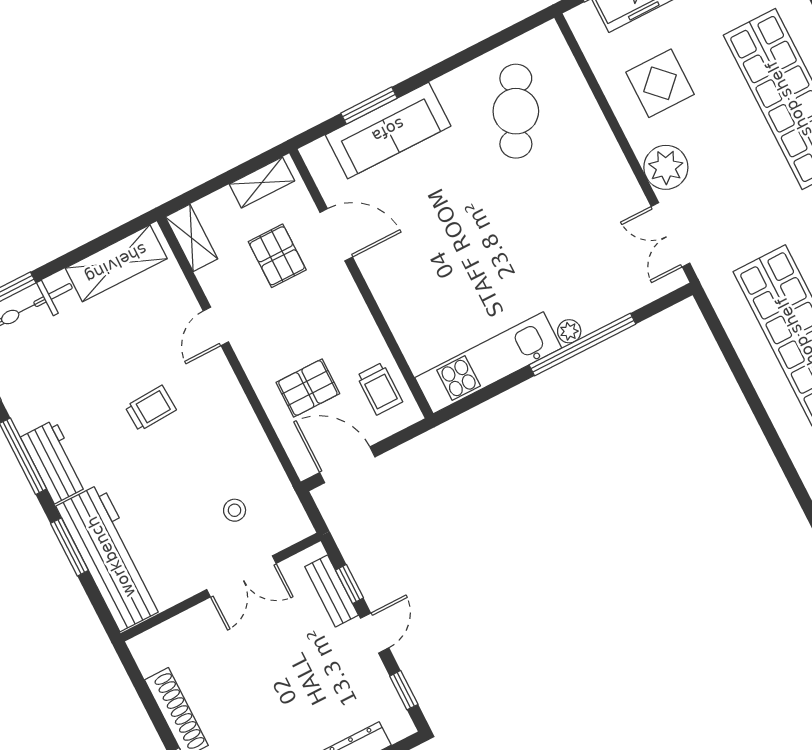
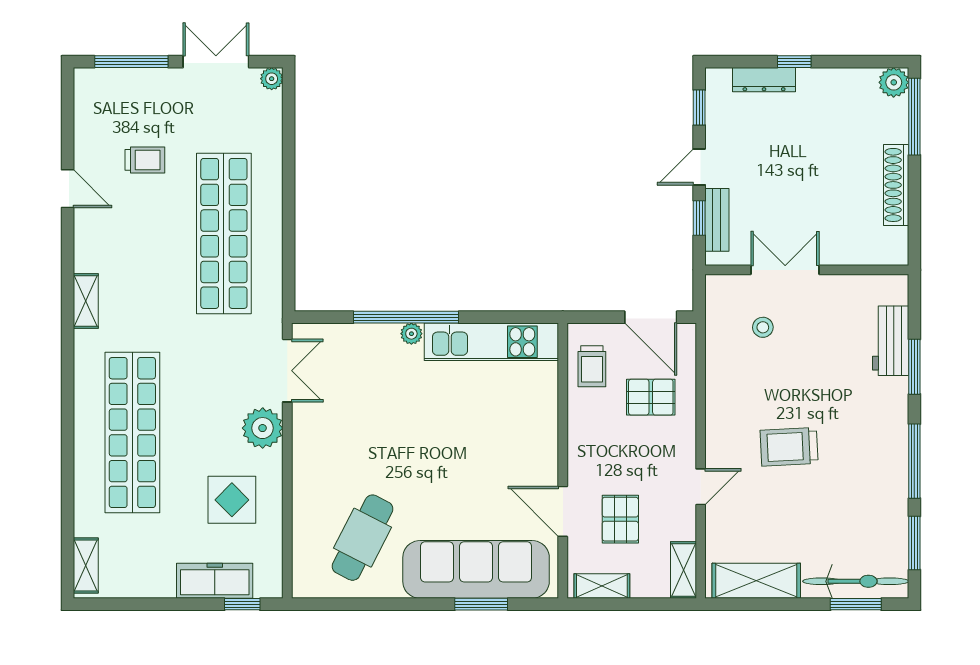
sofa: (388, 130) -> (476, 569), width x1.36, depth x1.27
trolley: (380, 389) -> (592, 366), turned 180
trolley: (151, 408) -> (789, 447), width x1.36, depth x1.39
workbench: (55, 462) -> (891, 443), removed
workbench: (111, 557) -> (891, 341), width x0.53, depth x0.76

